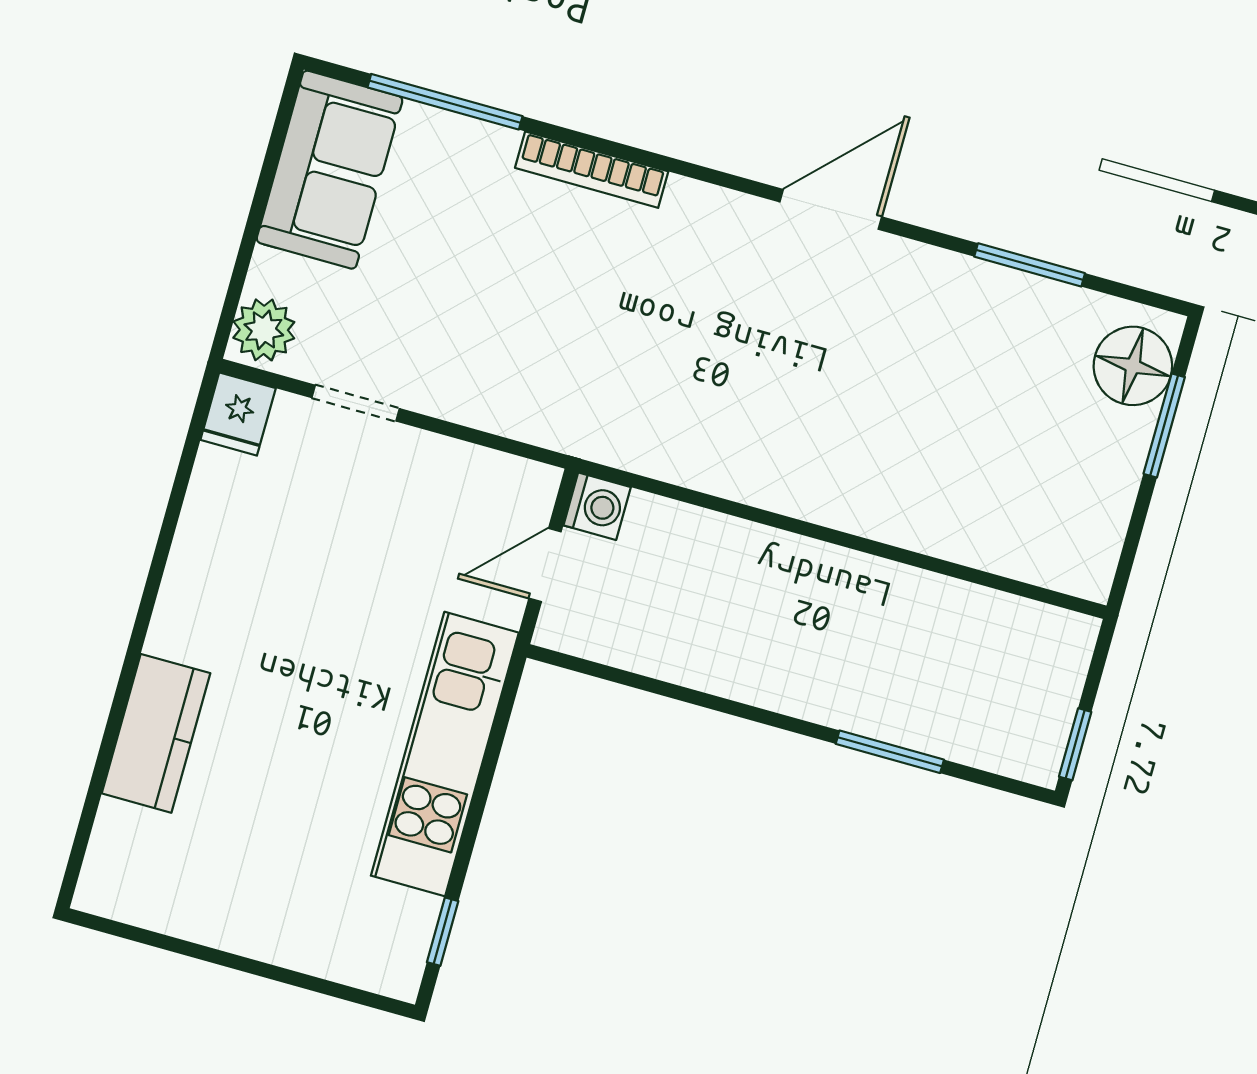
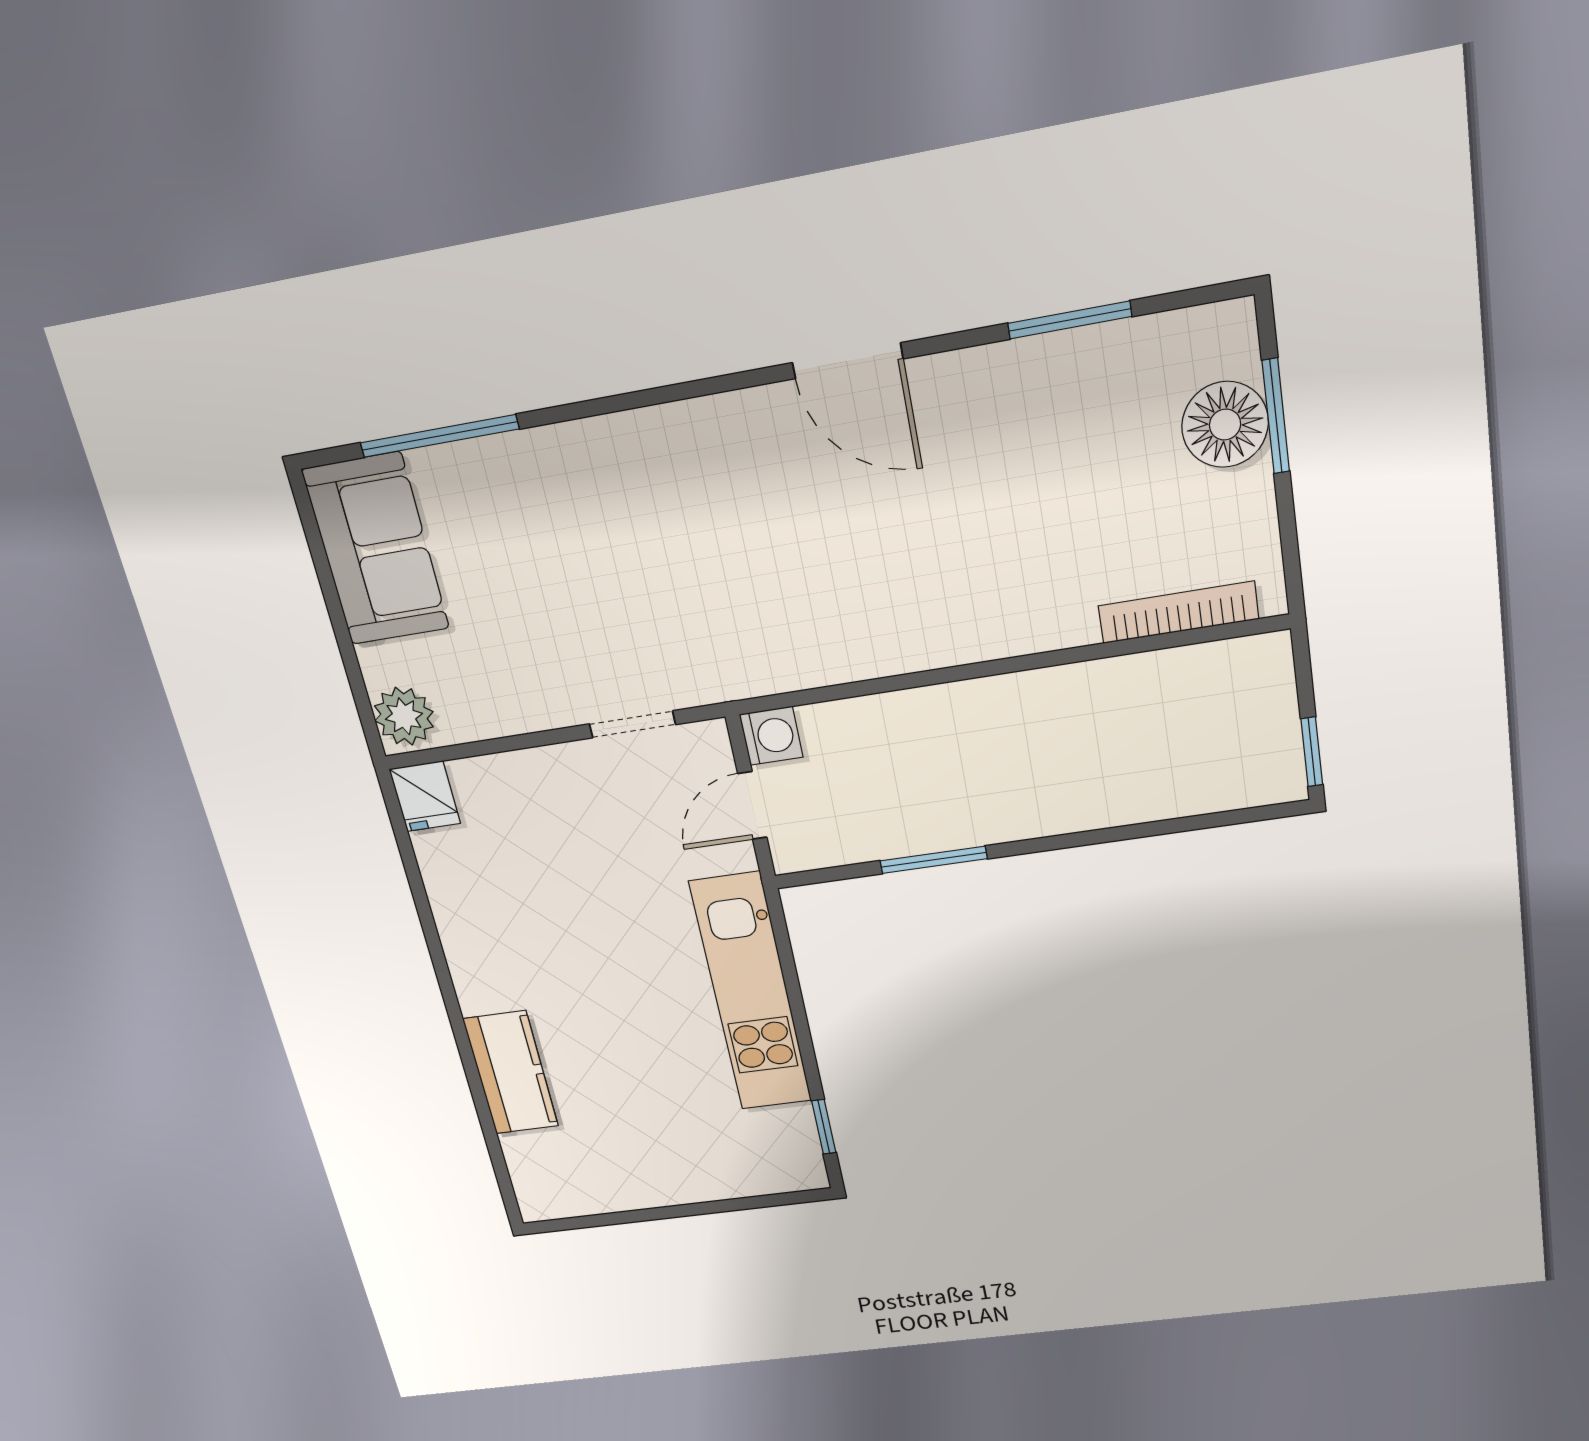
bookcase: (592, 170) -> (1178, 612), moved, turned 180
door: (831, 209) -> (848, 361), swing flipped
floor lamp: (1133, 366) -> (1225, 425), moved
doorway: (356, 403) -> (632, 724), moved
window: (890, 752) -> (934, 860), moved

